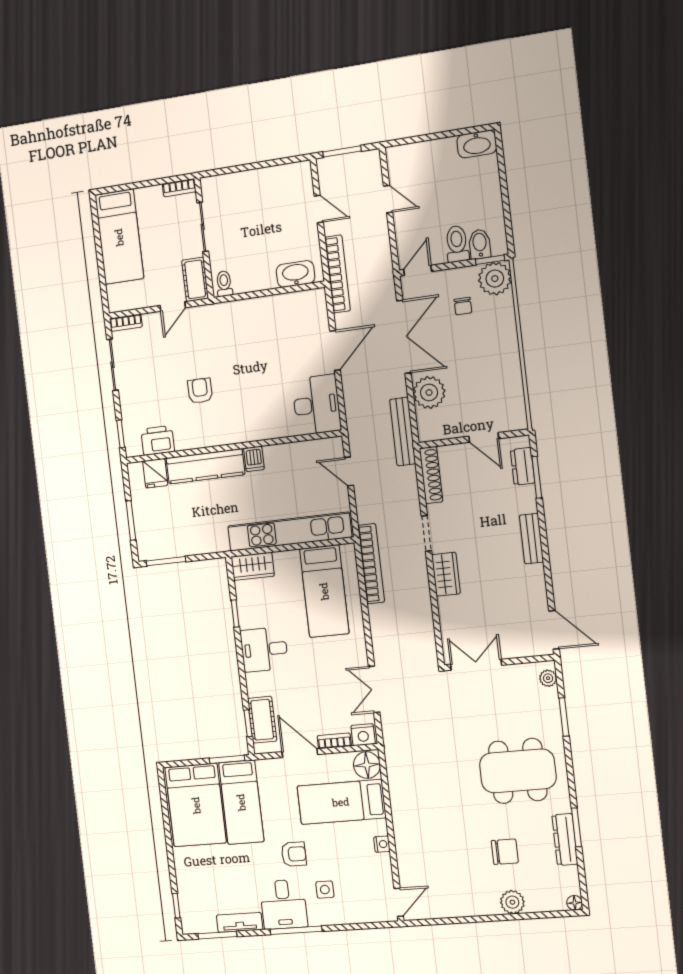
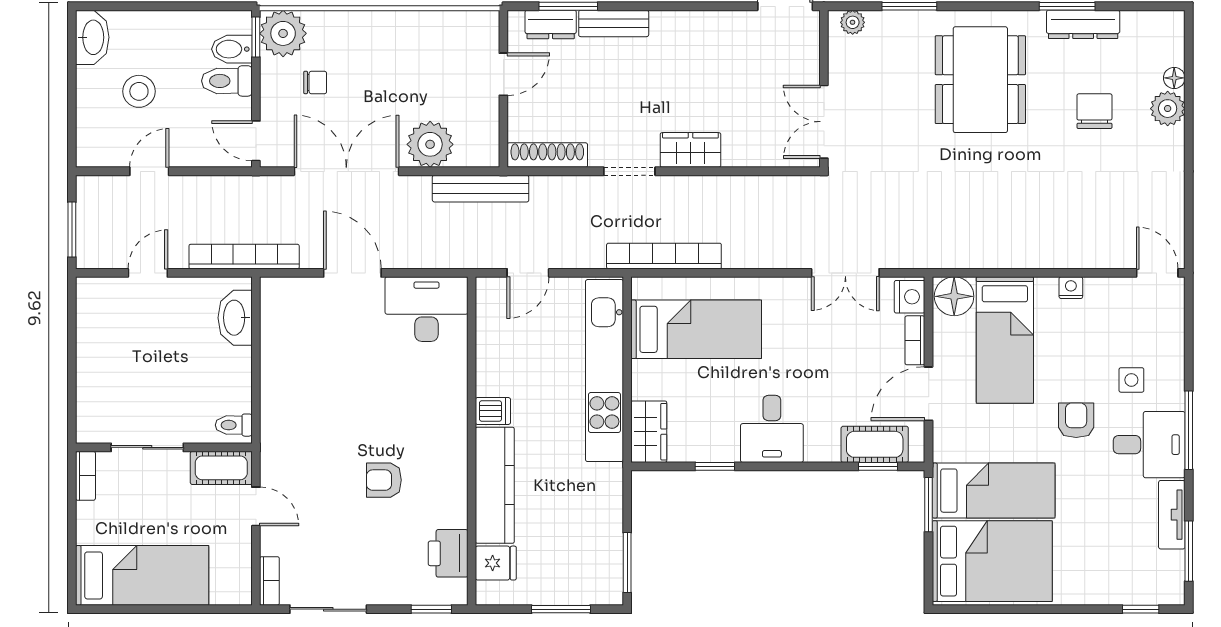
stool: (443, 183) -> (139, 91), added
bench: (531, 539) -> (614, 23), moved
floor lamp: (575, 903) -> (1174, 78), moved

